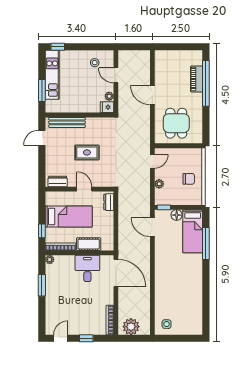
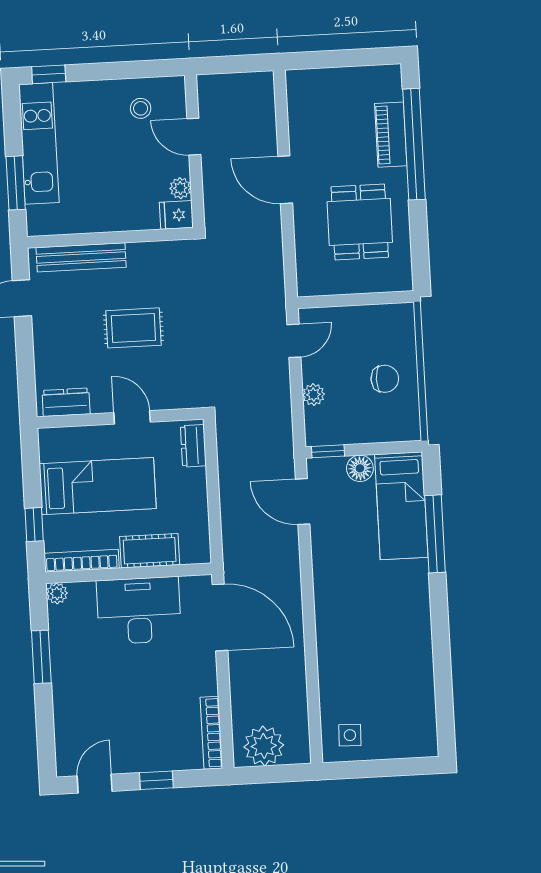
dining table: (176, 123) -> (360, 222), moved
desk: (87, 268) -> (139, 611), width x1.37

